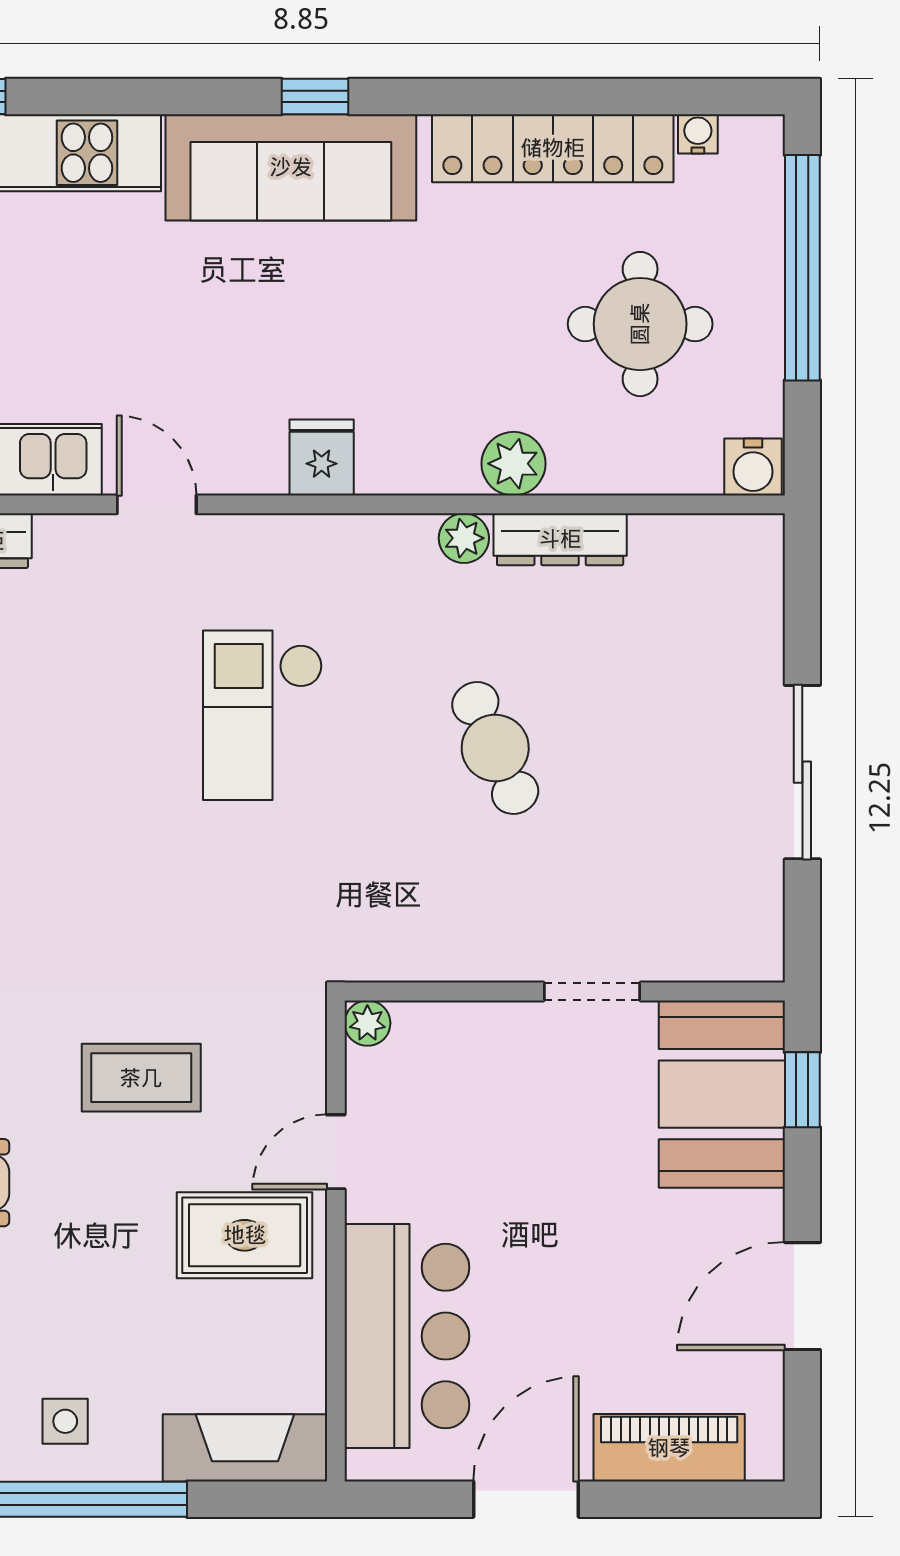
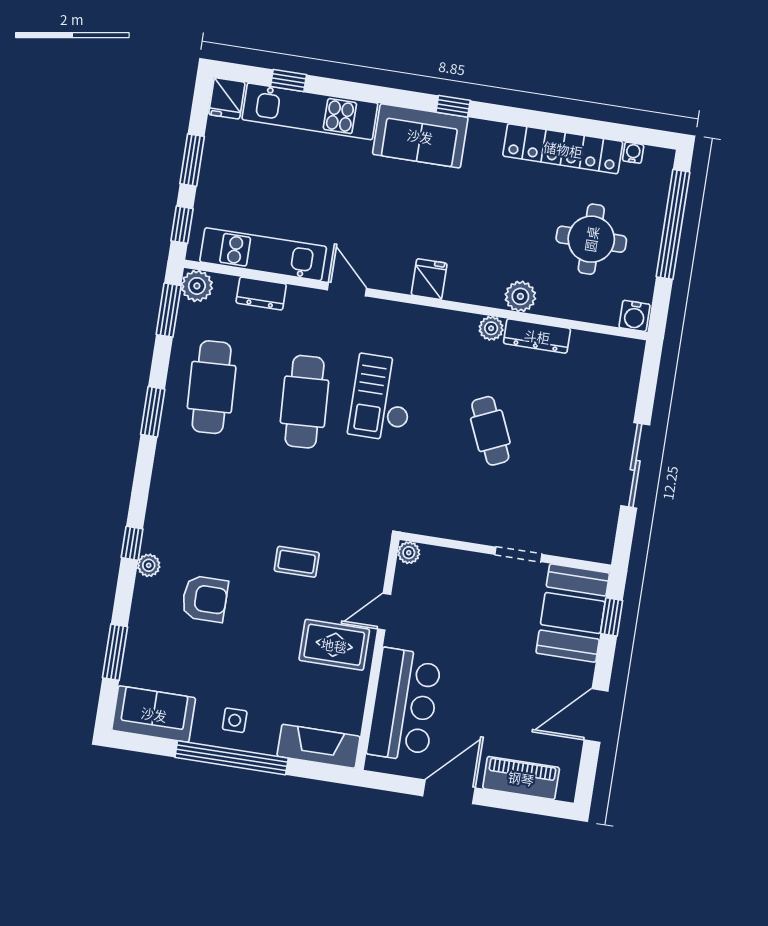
sofa: (291, 167) -> (420, 136), width x0.73
cafe table: (106, 748) -> (305, 402), added
coffee table: (141, 1078) -> (297, 562), width x0.73, depth x0.77

